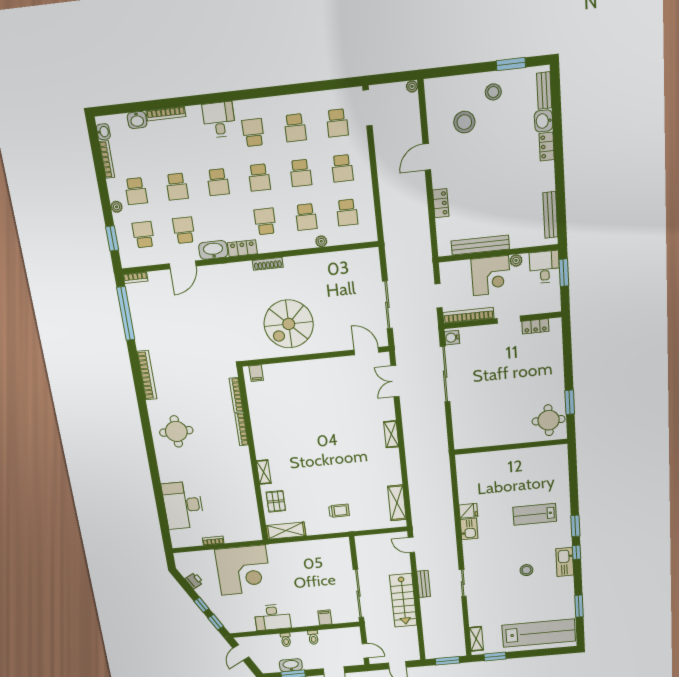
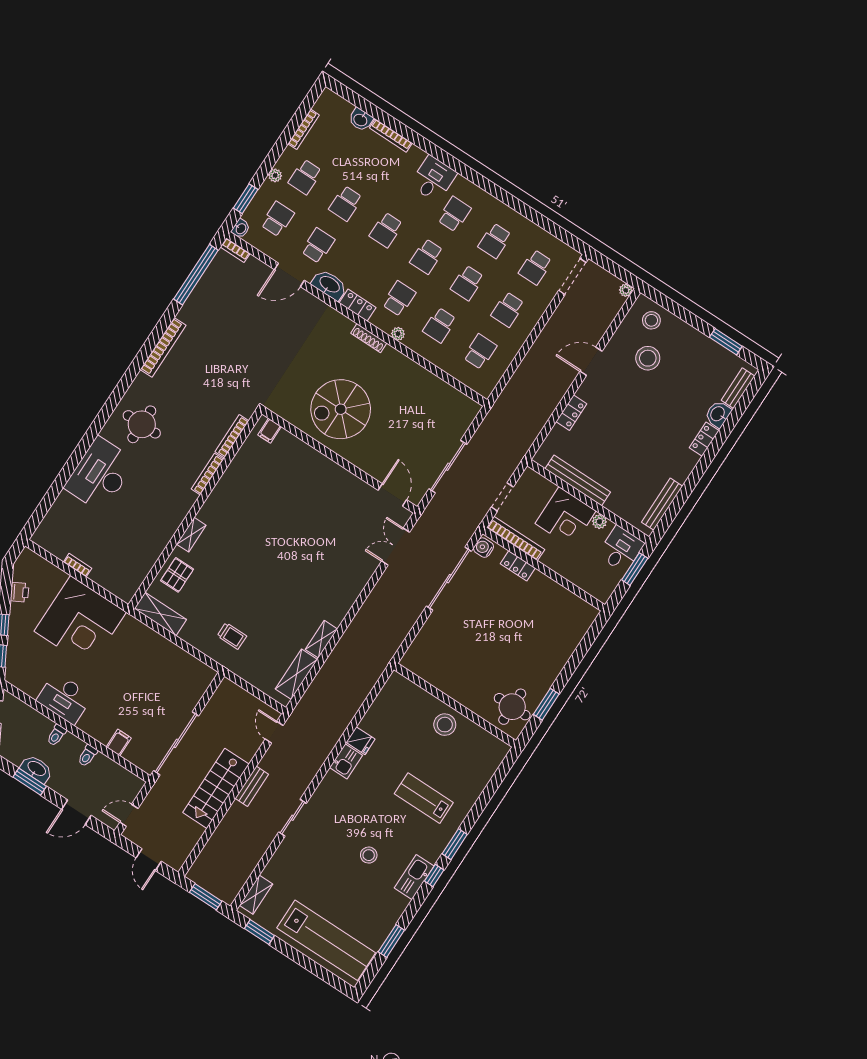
stool: (493, 92) -> (651, 320), moved
washbasin: (103, 132) -> (241, 229), moved
school desk: (347, 213) -> (480, 352), turned 180
plant: (321, 241) -> (398, 334), moved
doorway: (509, 320) -> (550, 573), removed
locker: (535, 326) -> (518, 566), moved
shelving: (391, 434) -> (321, 639), moved
stool: (514, 463) -> (445, 725), added
desk: (183, 505) -> (100, 474), moved
door: (365, 651) -> (129, 815), swing flipped

